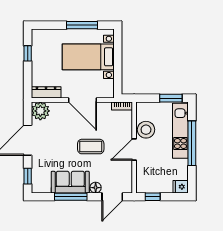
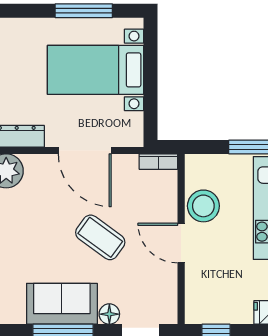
coffee table: (91, 147) -> (100, 237), turned 36
door: (134, 150) -> (181, 243), hinge flipped

